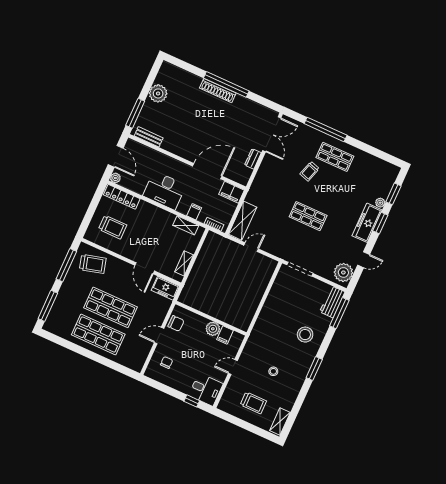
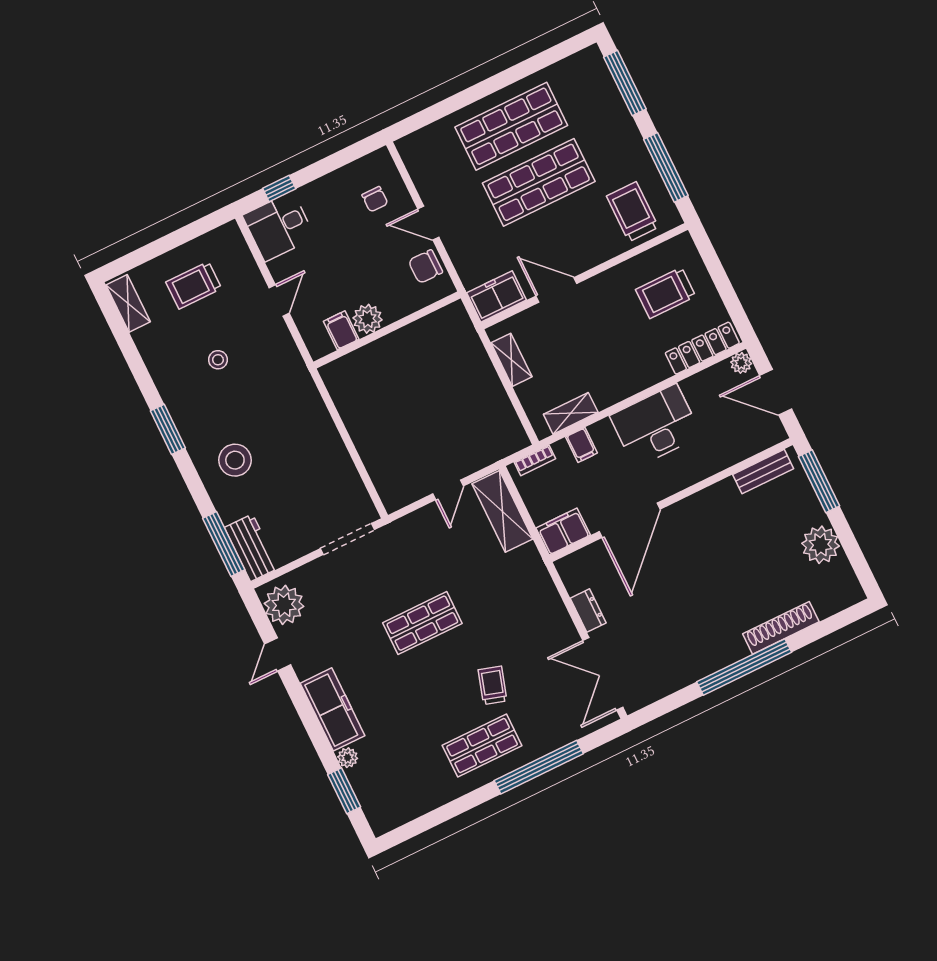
shoe rack: (218, 91) -> (781, 628), moved
window: (380, 223) -> (315, 730), removed
trolley: (93, 264) -> (633, 212), turned 105
door: (159, 336) -> (428, 223), swing flipped

